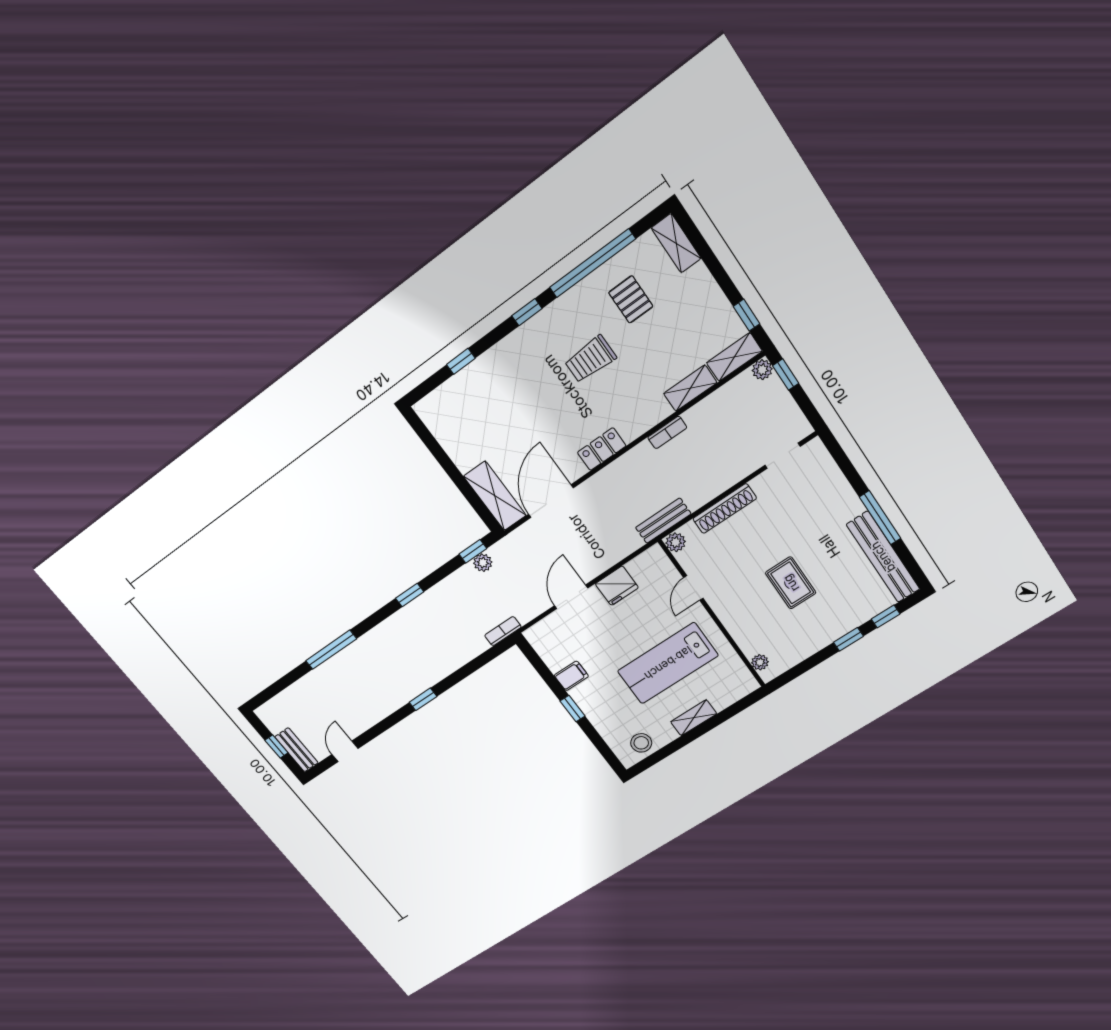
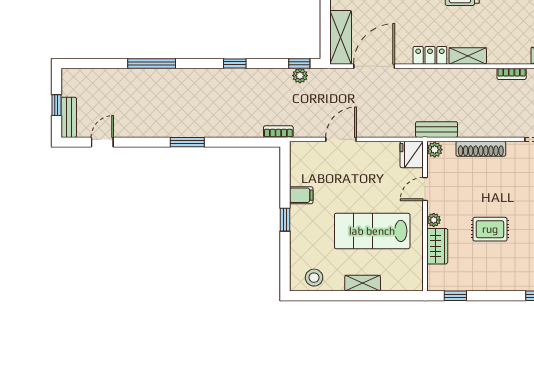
shelving: (690, 388) -> (468, 56), moved
bookcase: (667, 432) -> (512, 74), moved
rug: (791, 583) -> (490, 229), turned 90
fridge: (617, 586) -> (412, 155), moved, turned 90
wardrobe: (746, 635) -> (437, 246), added
window: (848, 639) -> (455, 296), moved
plant: (760, 662) -> (434, 220), moved
window: (423, 699) -> (187, 142), width x1.50

